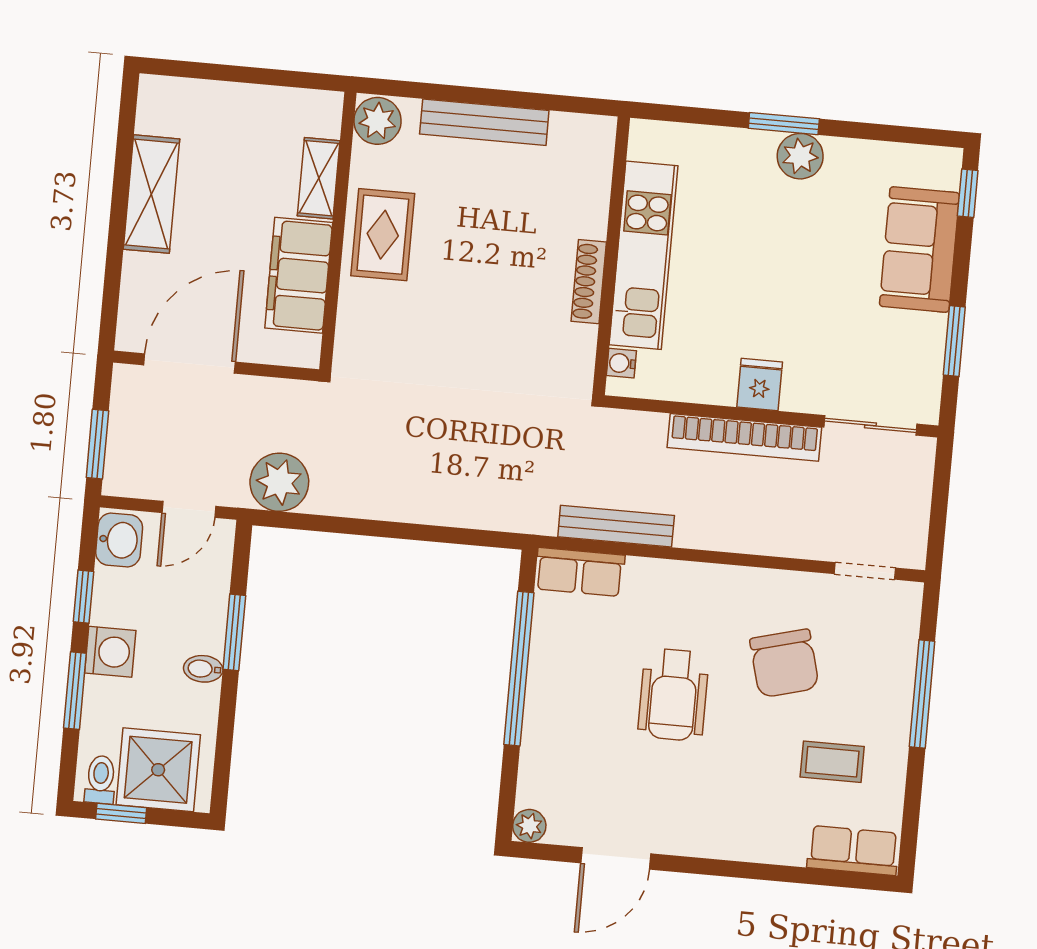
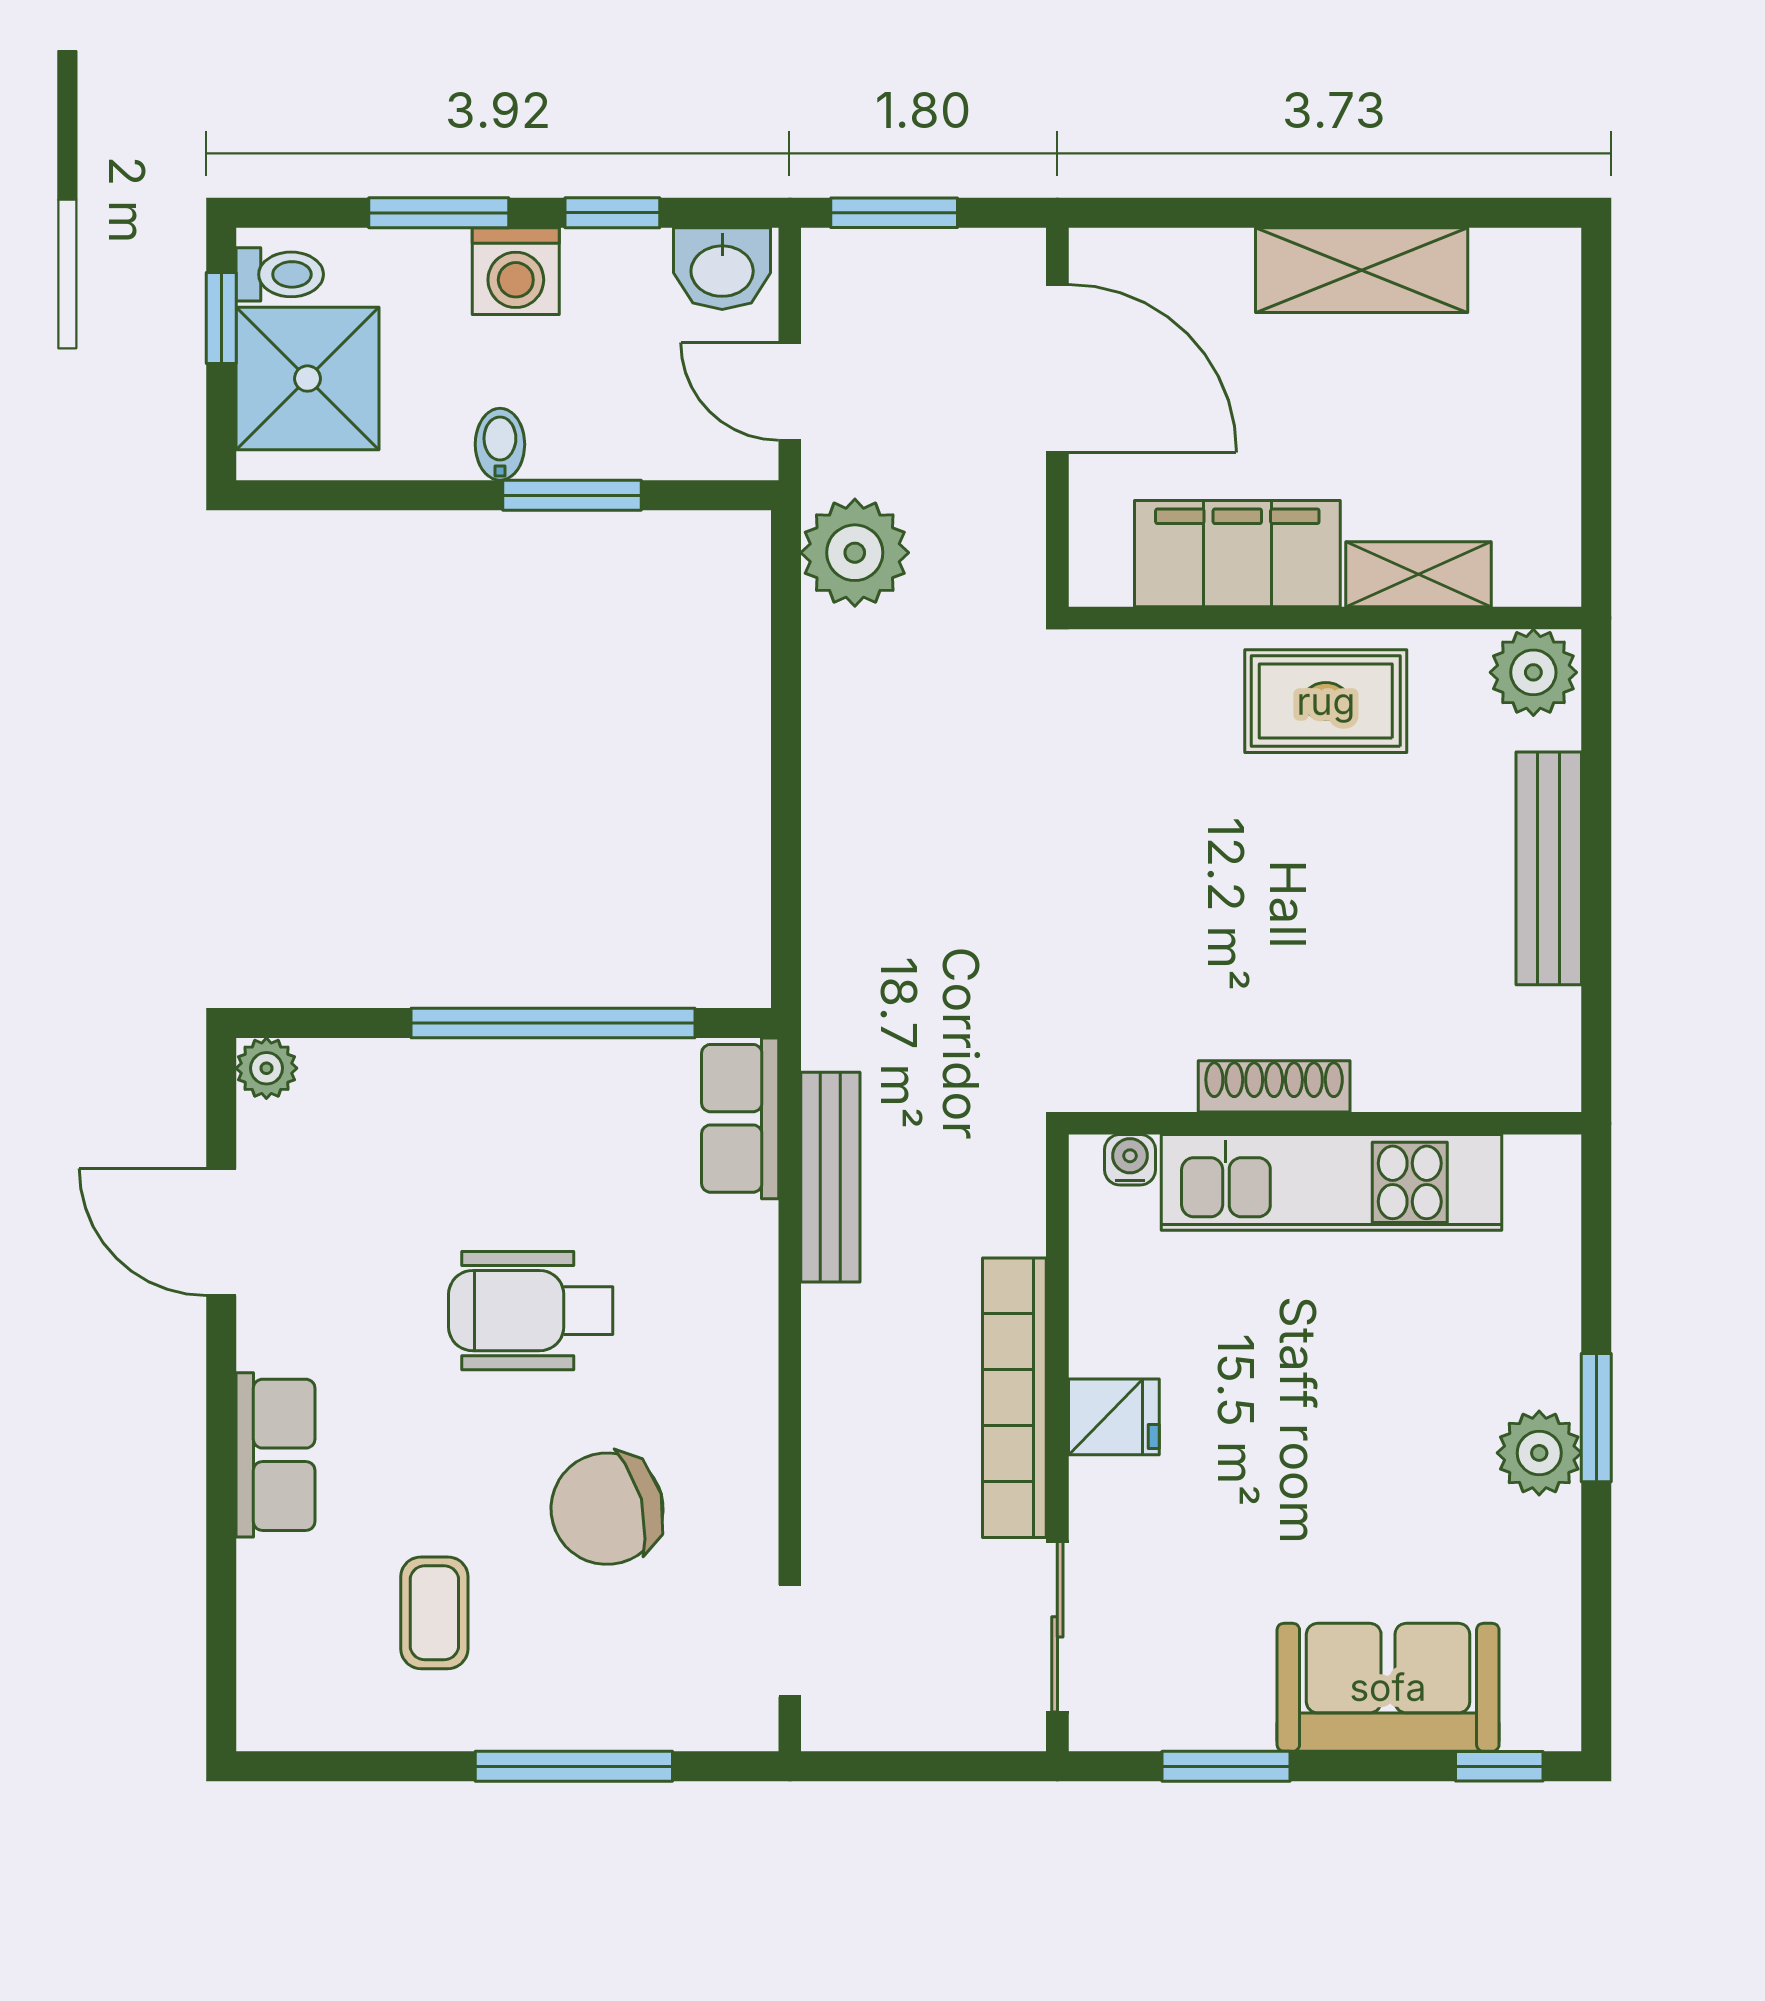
row of seats: (853, 850) -> (275, 1455), moved

